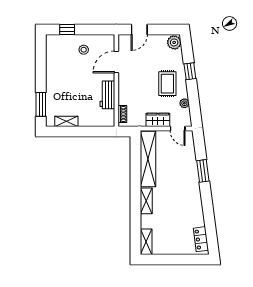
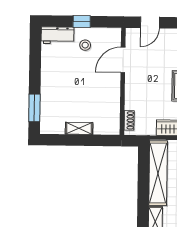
window: (67, 29) -> (82, 22), moved
workbench: (107, 95) -> (57, 35), moved, turned -90
shelving: (66, 121) -> (79, 128), moved

